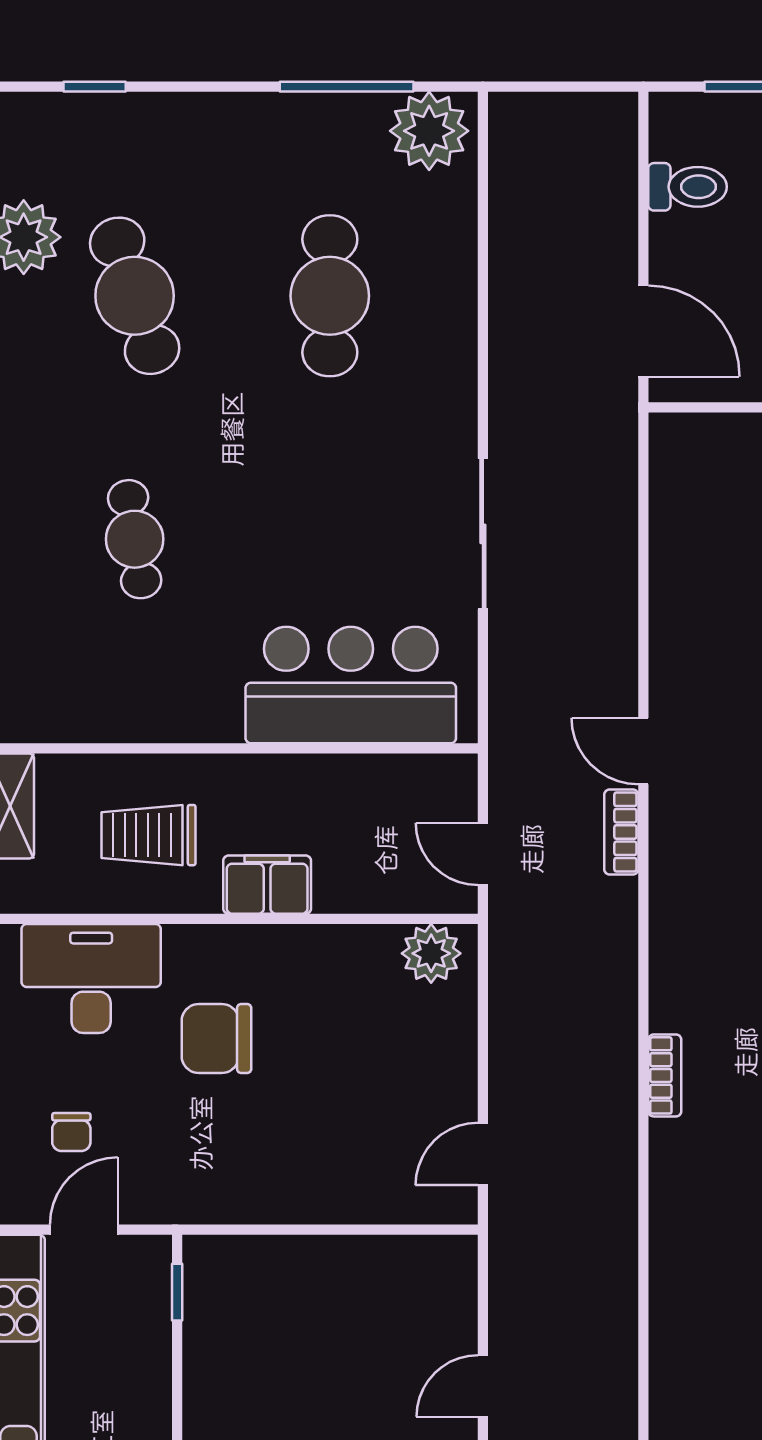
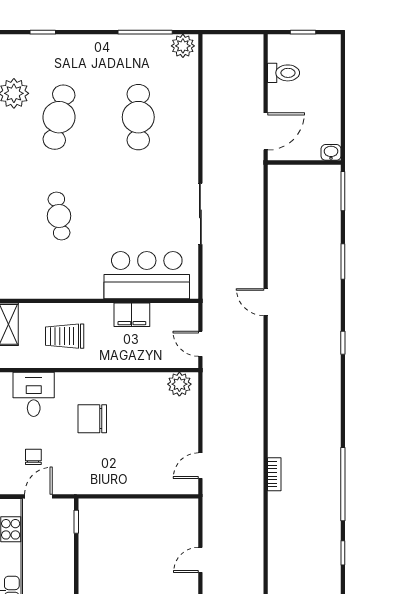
plant: (429, 131) -> (183, 46), width x0.73, depth x0.73
cafe table: (135, 296) -> (59, 117), turned 30
door: (643, 331) -> (266, 131), hinge flipped
bookcase: (621, 832) -> (257, 335), removed
filing cabinet: (267, 885) -> (132, 315), moved, turned 180
desk: (91, 978) -> (34, 394), width x0.73
bookcase: (665, 1075) -> (274, 474), moved
chair: (71, 1132) -> (33, 457), turned 180

